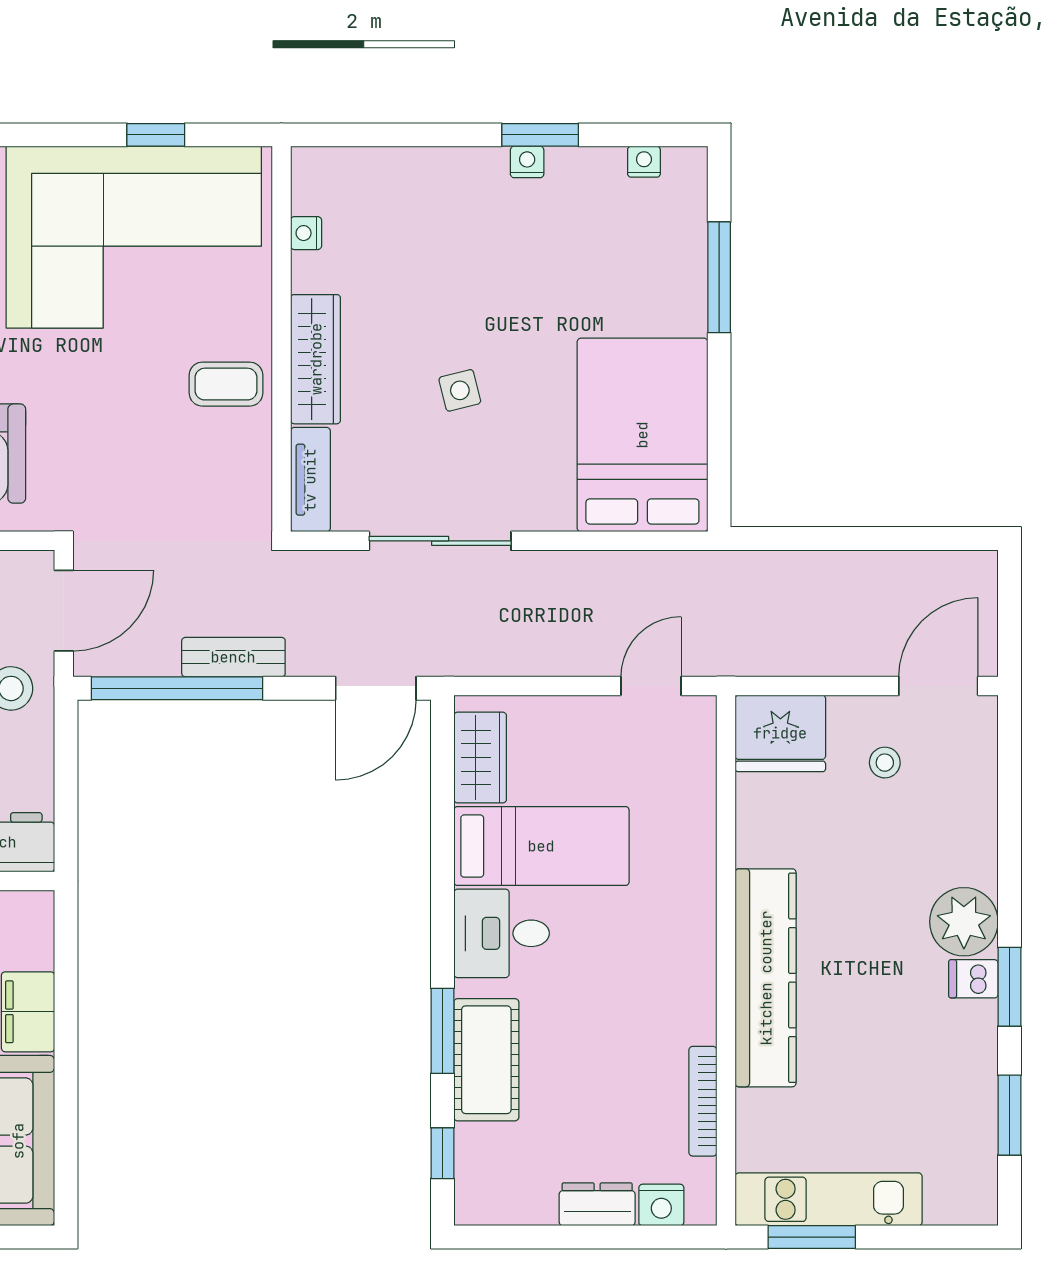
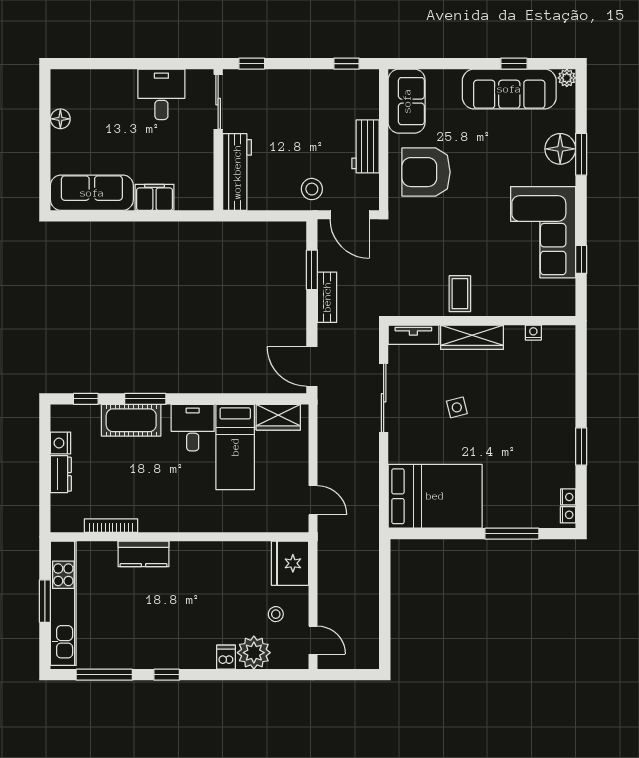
nightstand: (527, 162) -> (568, 515), moved
corner sofa: (134, 237) -> (543, 232), width x0.73, depth x0.74
door: (938, 686) -> (313, 640), width x0.73
window: (177, 688) -> (312, 270), width x0.47
plant: (964, 922) -> (254, 653), moved
kitchen counter: (766, 978) -> (144, 554), width x0.48, depth x0.86
dishwasher: (973, 979) -> (226, 657), moved
window: (1009, 987) -> (167, 675), width x0.67
window: (1009, 1115) -> (104, 675), width x1.44
kitchen unit: (829, 1199) -> (63, 603), width x1.36
nightstand: (661, 1205) -> (61, 443), moved
window: (812, 1237) -> (45, 601), moved

